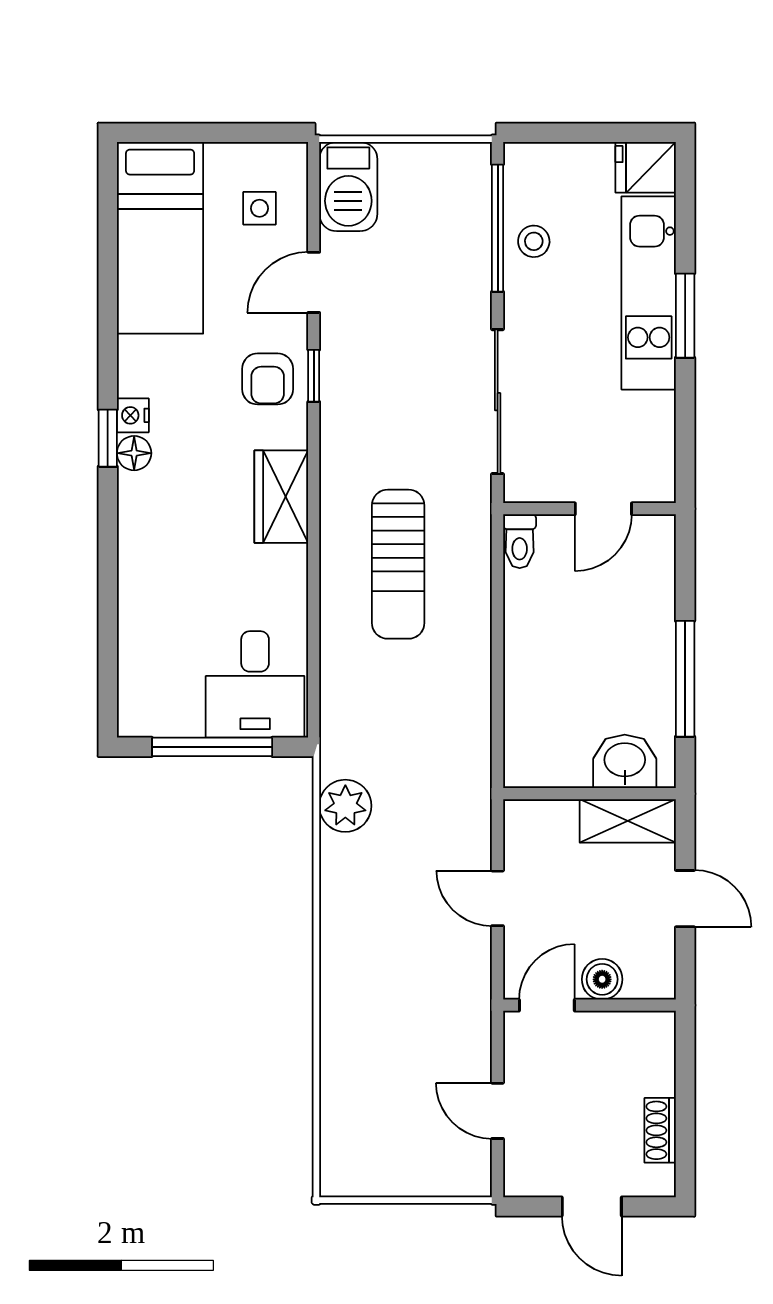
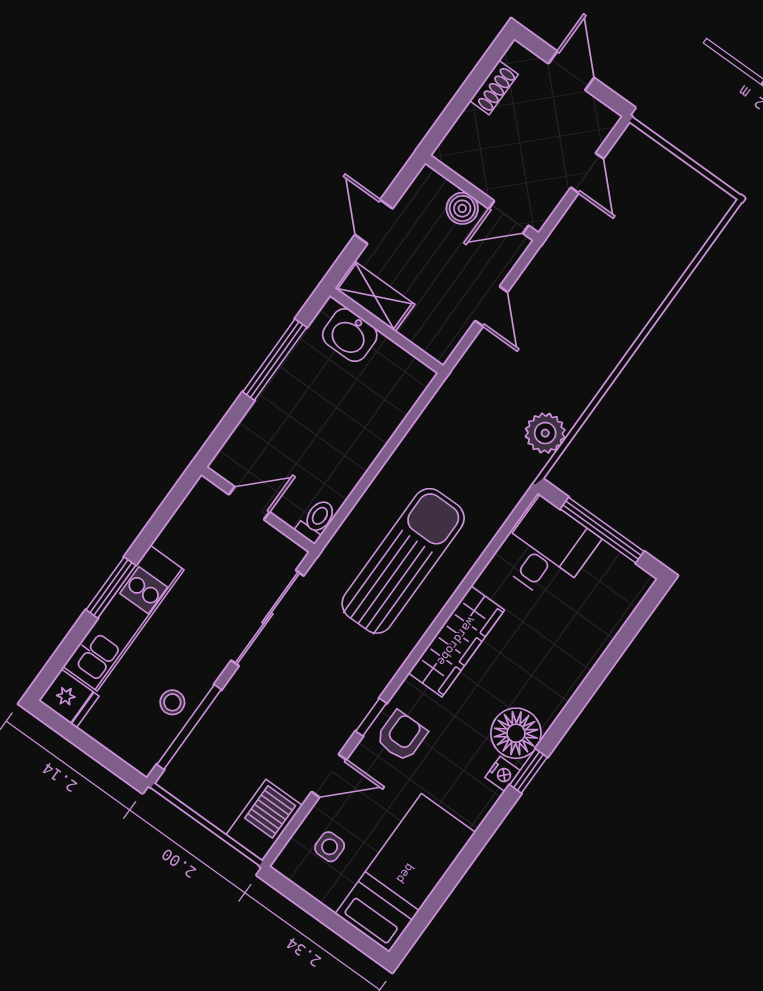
floor lamp: (134, 453) -> (516, 733), width x1.89, depth x1.89
wardrobe: (281, 497) -> (456, 641), width x1.50
sun lounger: (398, 564) -> (403, 561), width x1.36, depth x1.34

